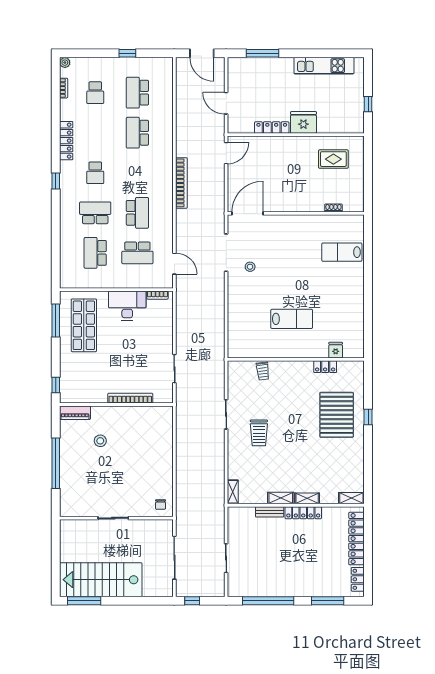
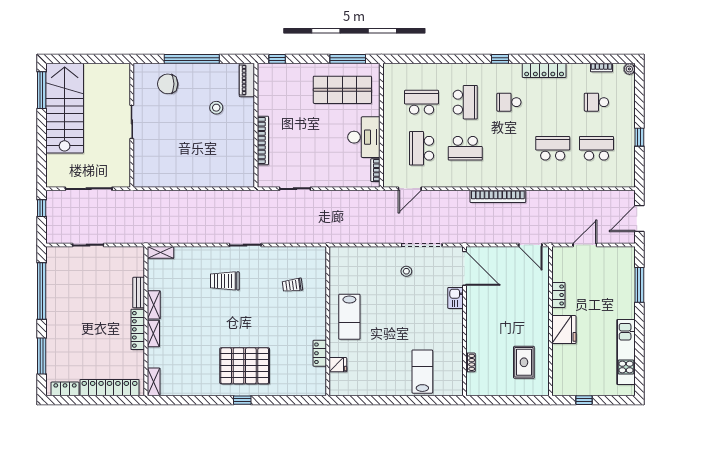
locker: (272, 128) -> (558, 295), width x0.66
kitchen sink: (274, 222) -> (455, 298), added
fridge: (336, 350) -> (338, 365), moved
wall: (296, 359) -> (328, 321), moved
locker: (325, 367) -> (320, 353), moved
chair: (161, 505) -> (168, 84), moved, width x1.87, depth x1.87

